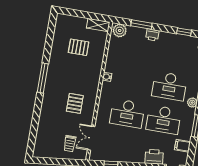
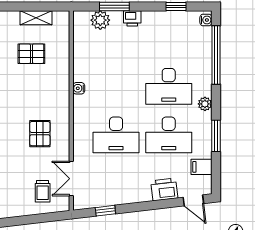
shelving: (98, 25) -> (36, 18), moved
plant: (120, 30) -> (100, 20), moved

